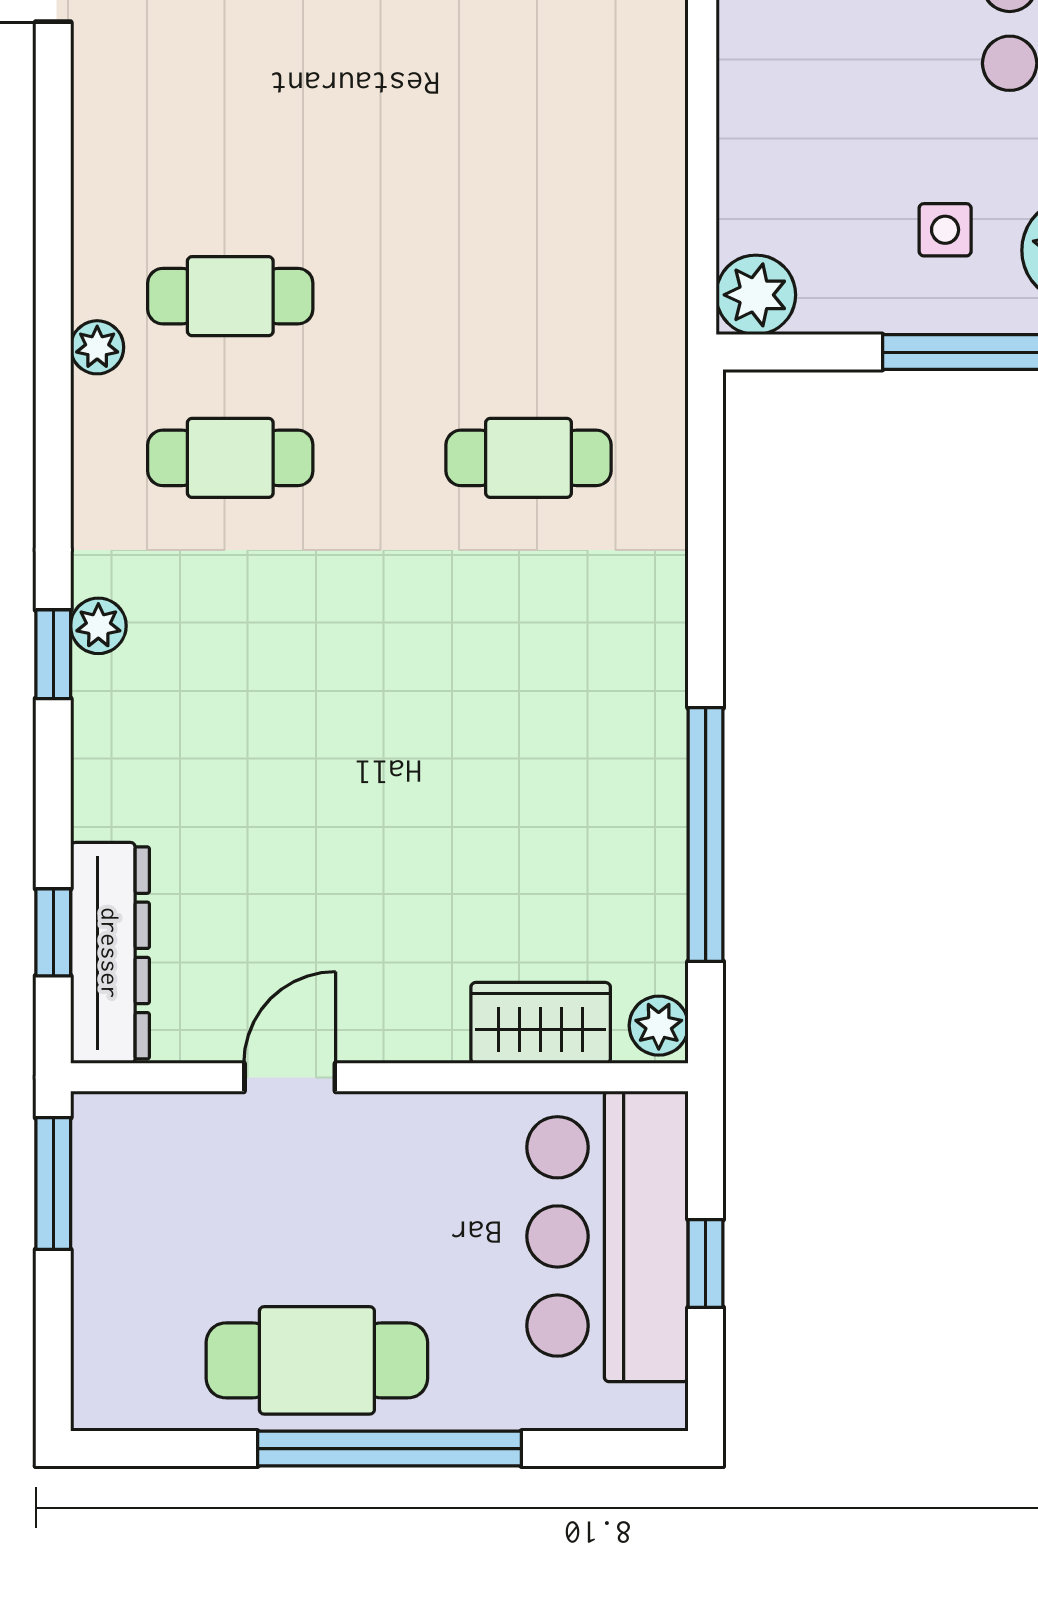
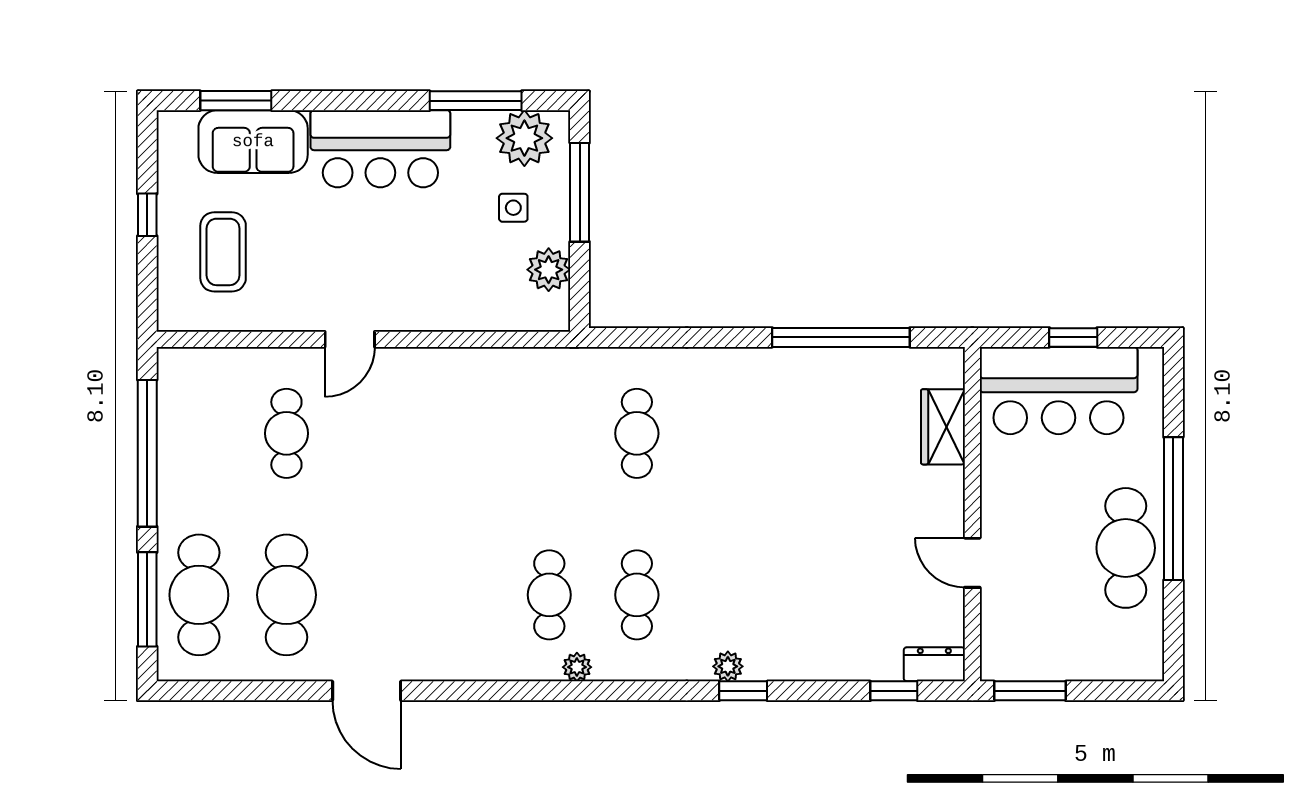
plant: (756, 295) -> (549, 270), moved
dresser: (110, 953) -> (934, 664), width x0.51, depth x0.80
plant: (659, 1026) -> (944, 363), removed

